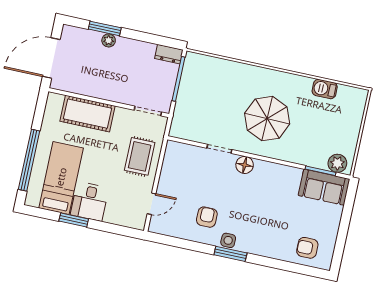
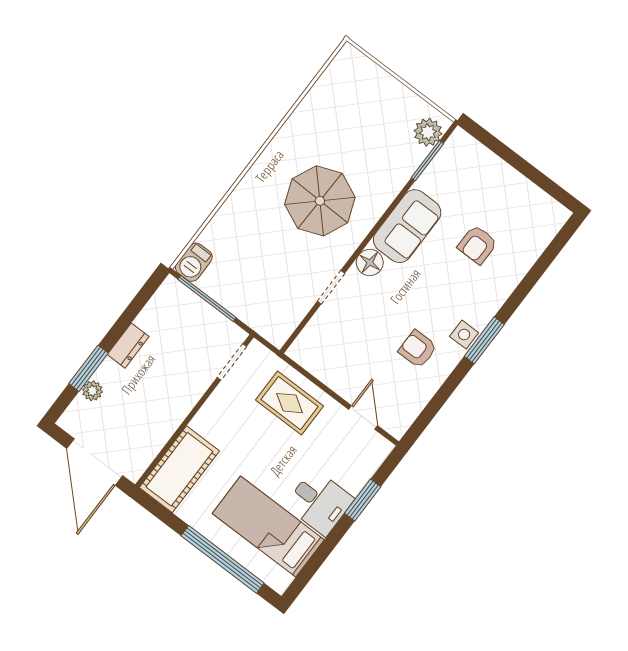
plant: (109, 40) -> (92, 391), moved
dresser: (169, 54) -> (128, 346), moved
barbecue: (325, 89) -> (194, 262), moved
cot: (87, 114) -> (179, 469), moved
sofa: (324, 187) -> (407, 226), moved
window: (74, 220) -> (363, 500), moved
armchair: (307, 248) -> (477, 245), moved

